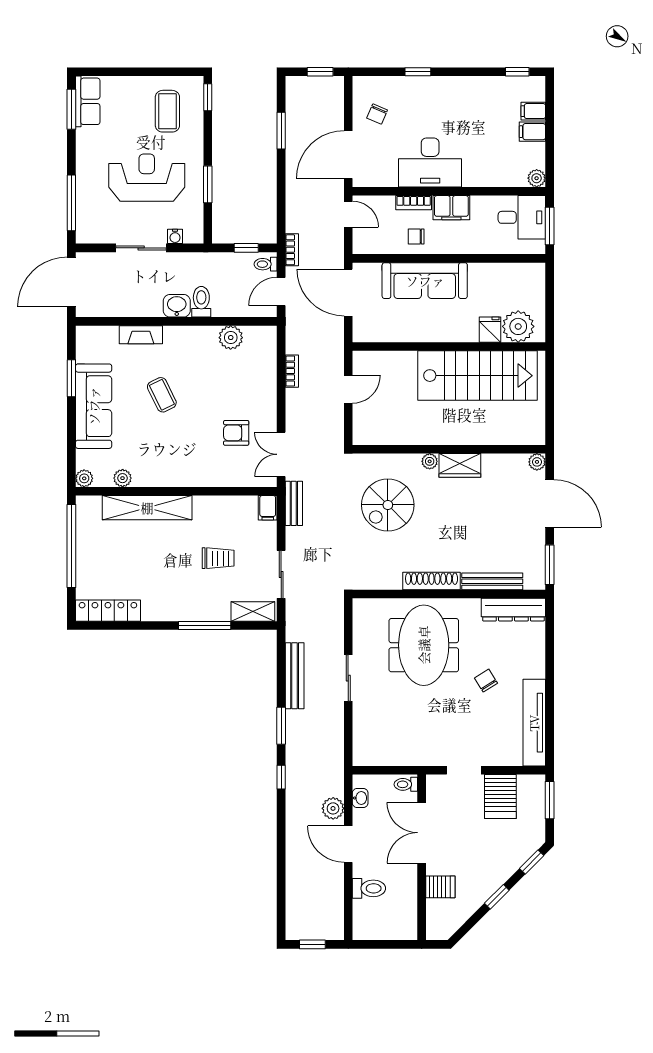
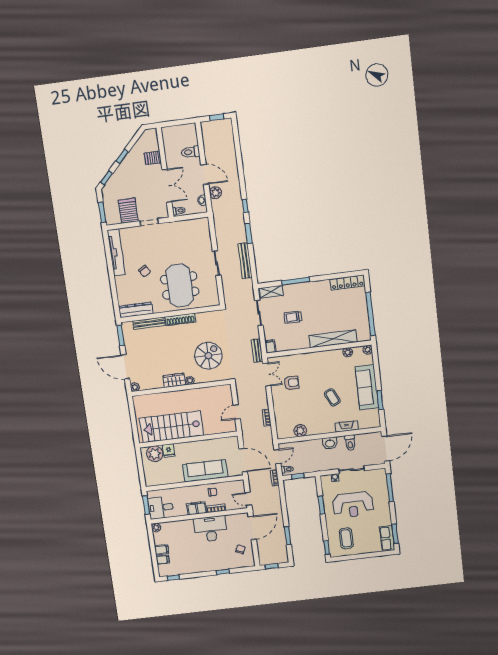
toilet: (201, 302) -> (350, 443), moved

